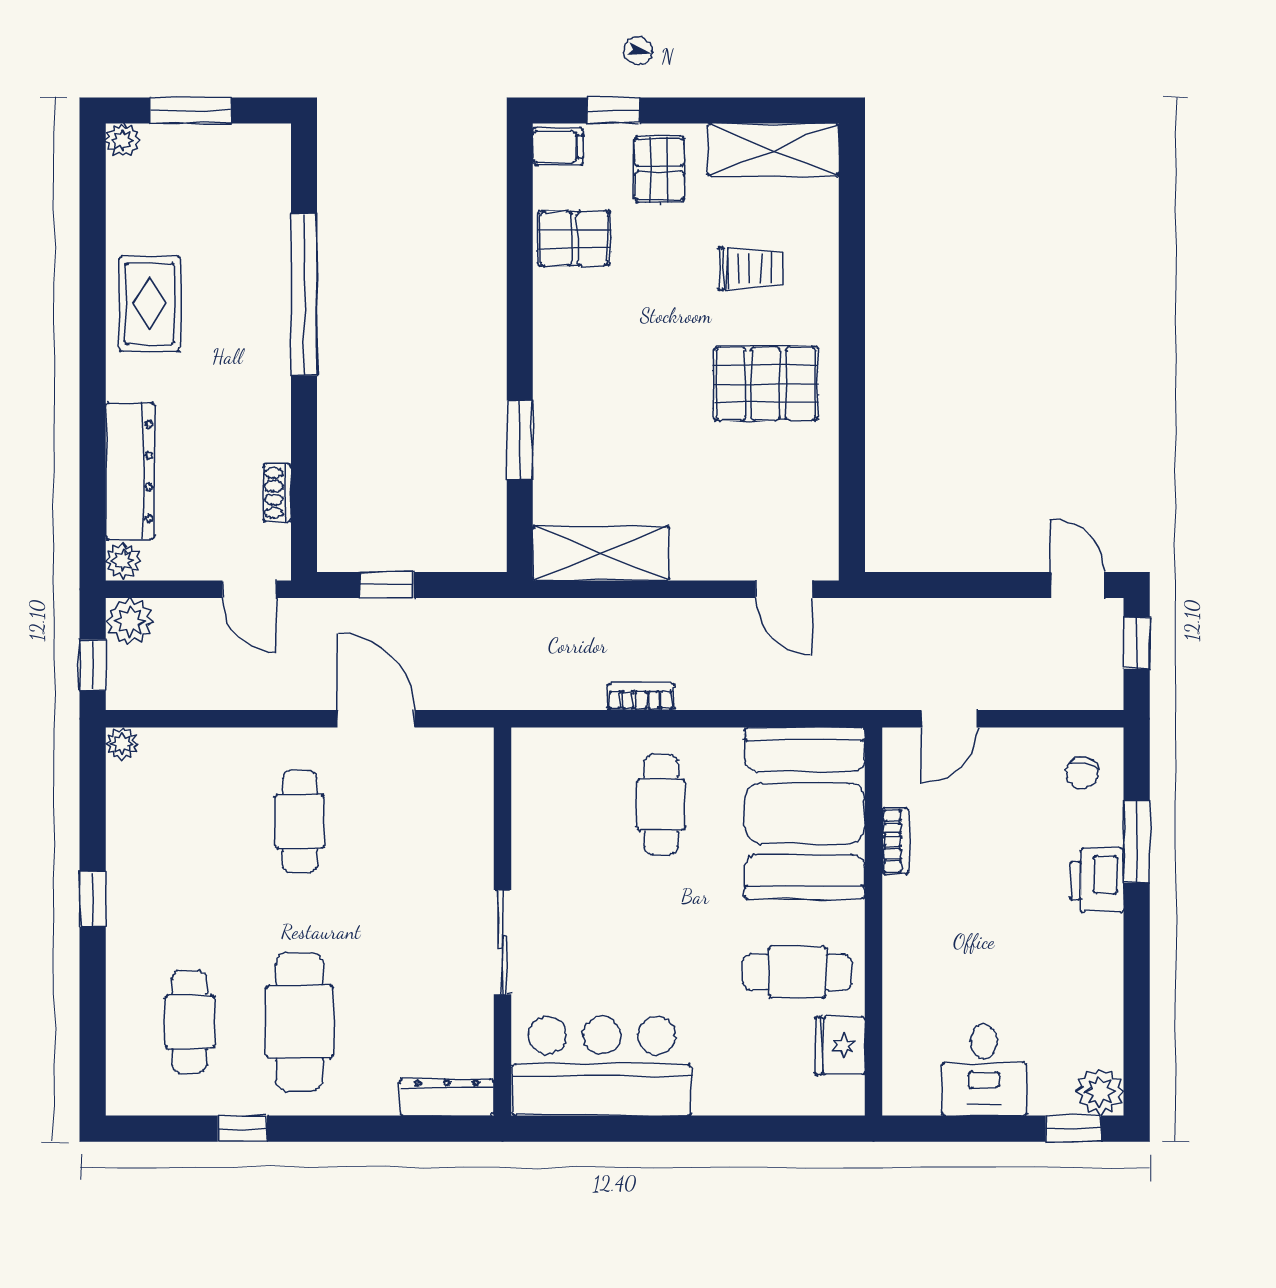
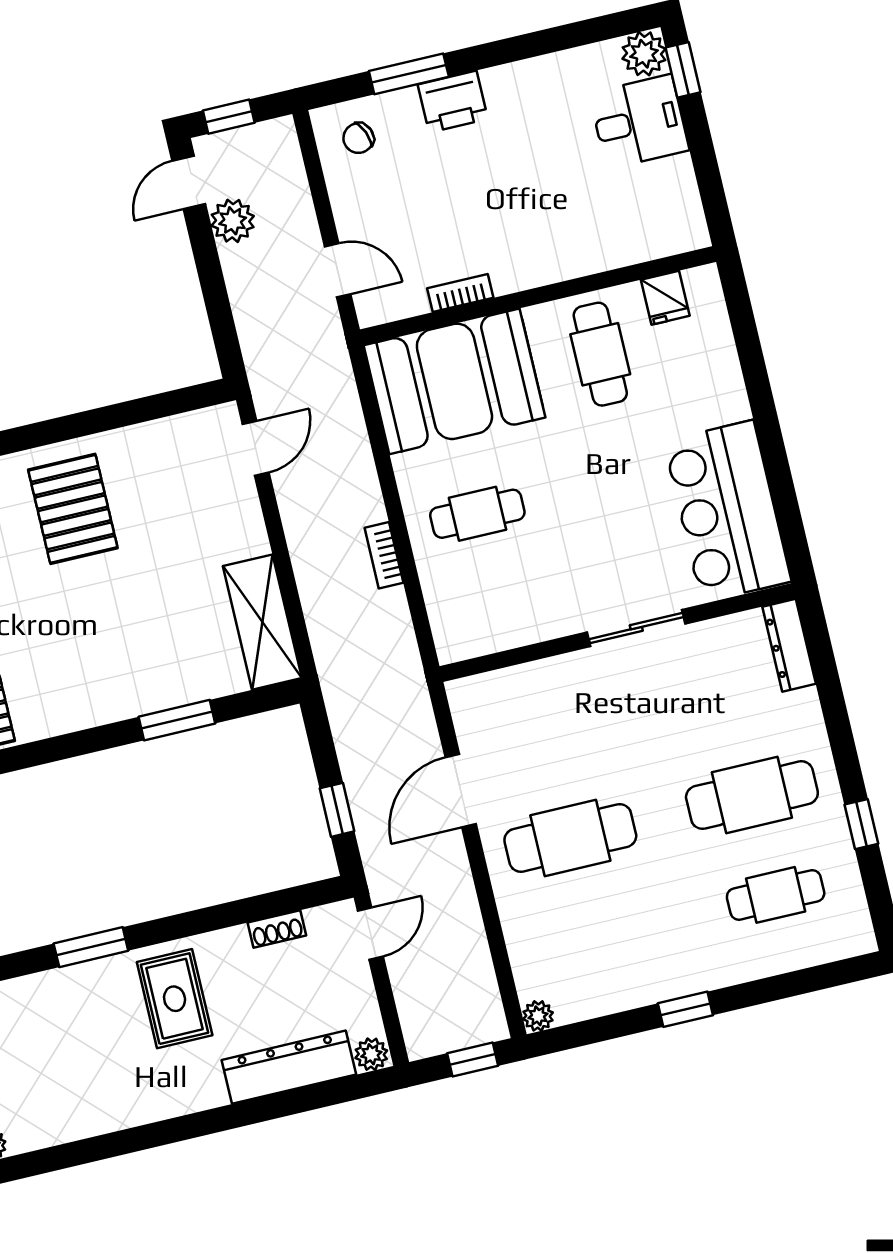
window: (304, 294) -> (91, 947), width x0.47
rug: (150, 304) -> (175, 999), moved, turned 90
plant: (130, 621) -> (233, 221), moved
chair: (1082, 773) -> (358, 138), turned 145
cafe table: (300, 821) -> (570, 838), width x1.37, depth x1.35
fridge: (840, 1046) -> (665, 298), width x0.72
desk: (984, 1070) -> (639, 122), moved

